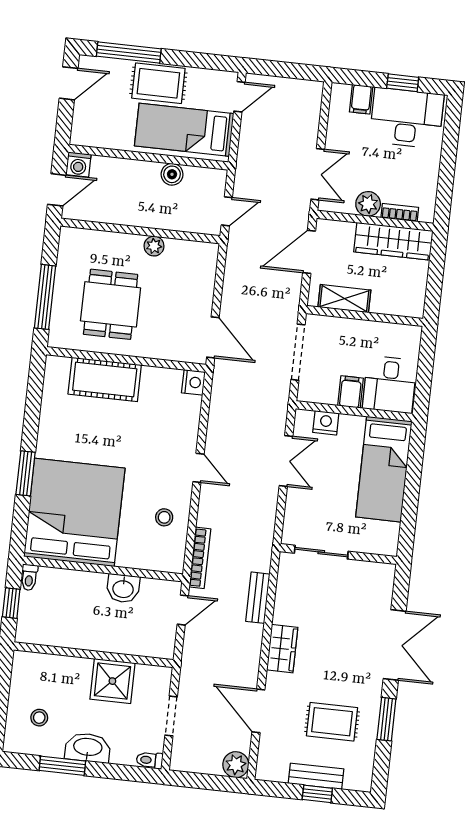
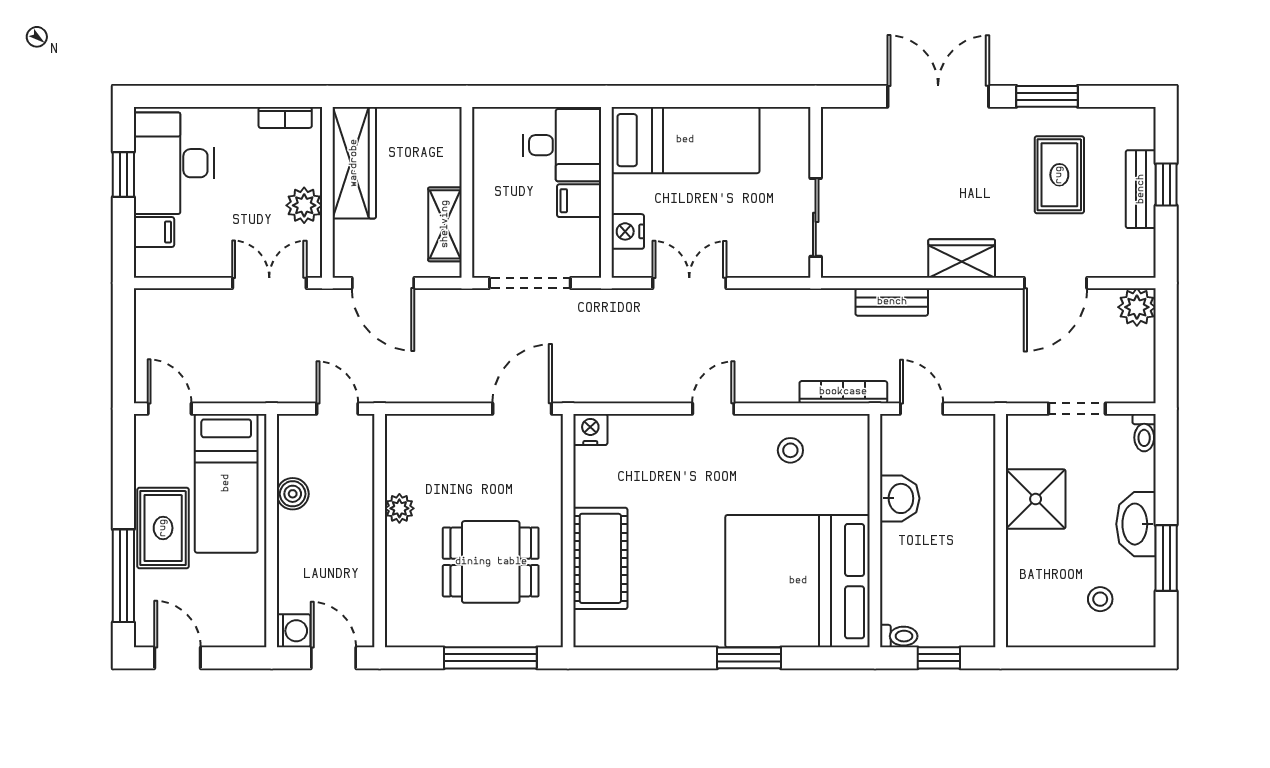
bookcase: (400, 212) -> (285, 117), moved, turned -90

